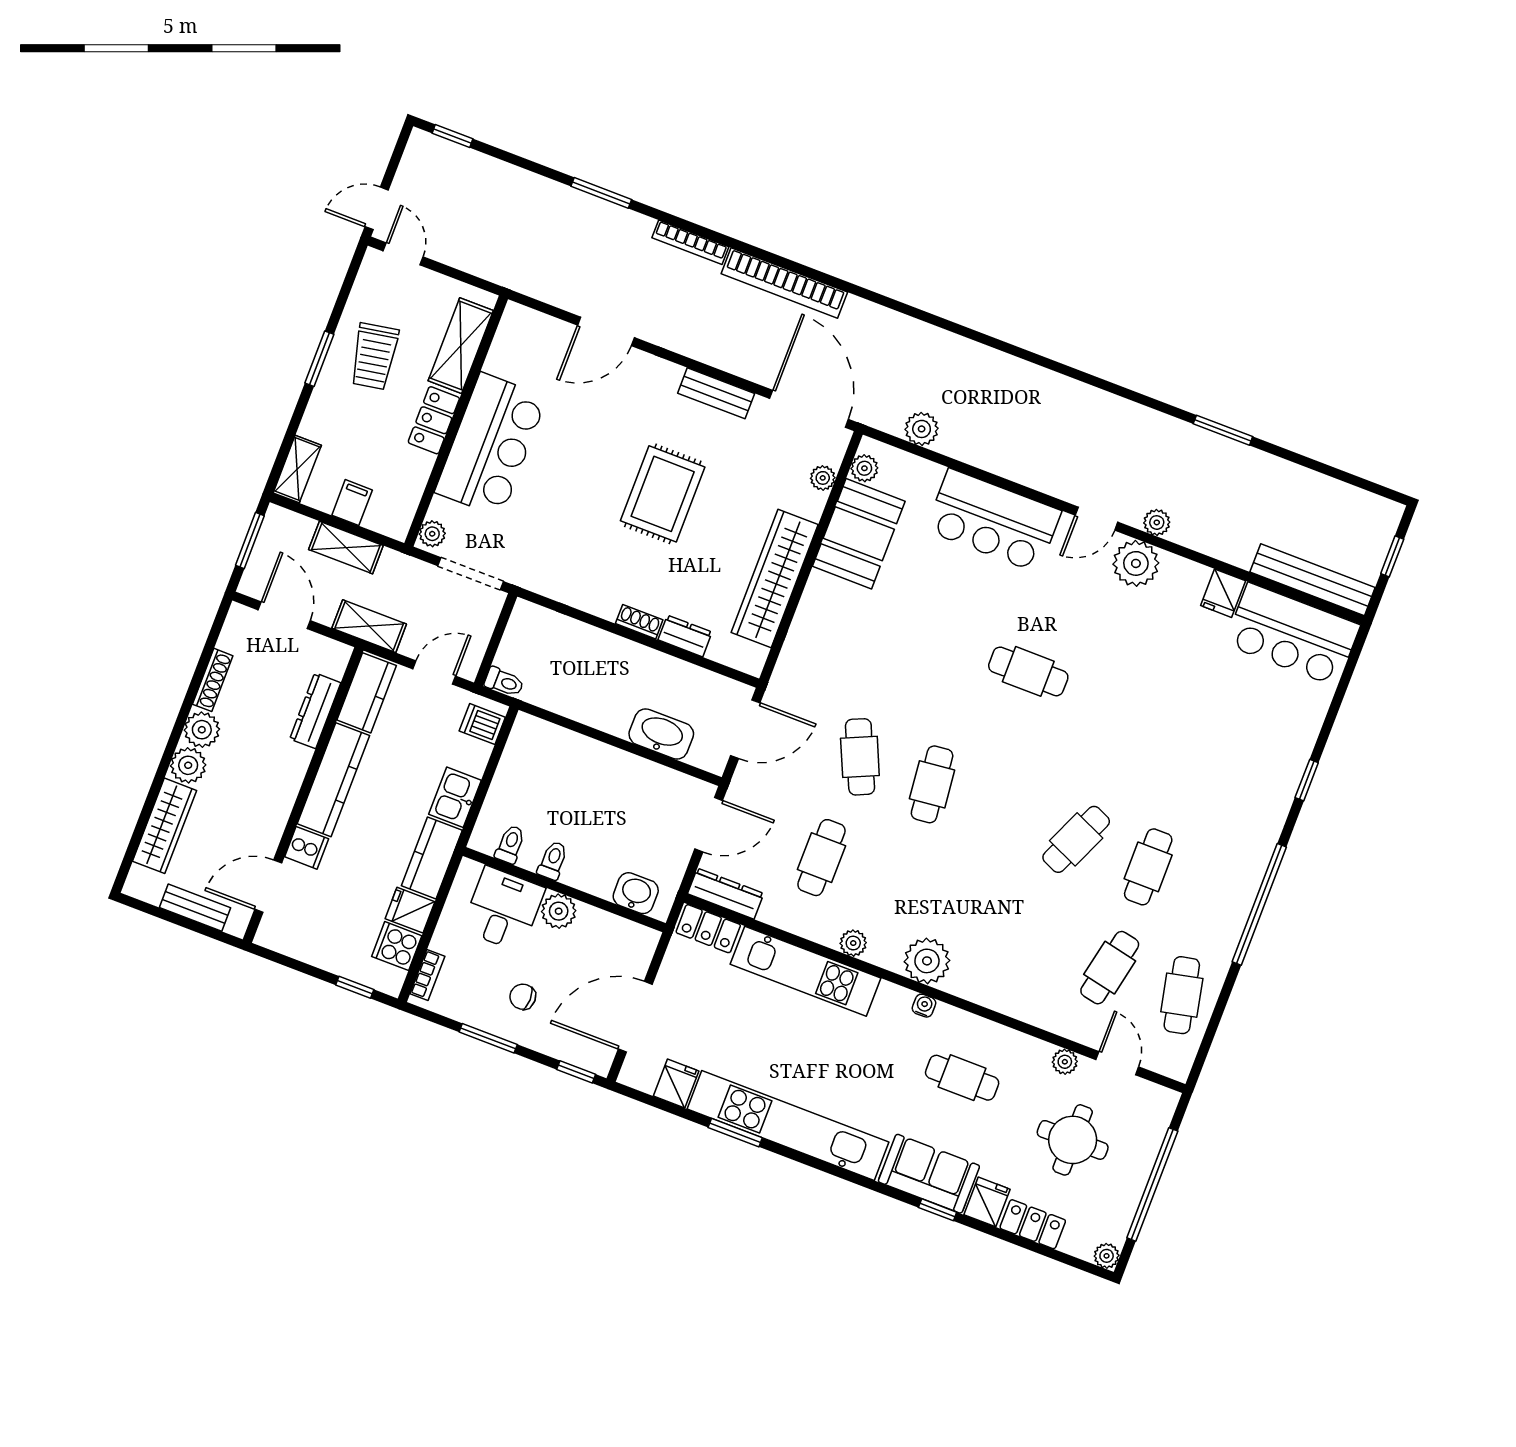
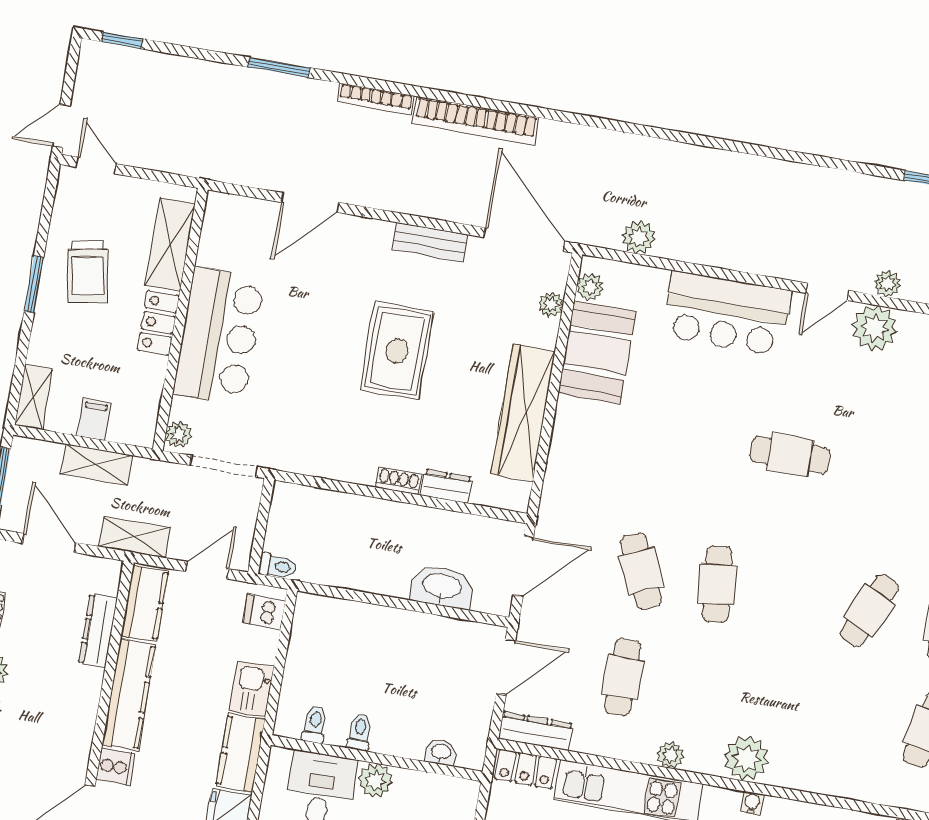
washbasin: (636, 893) -> (441, 752), width x0.72, depth x0.69

